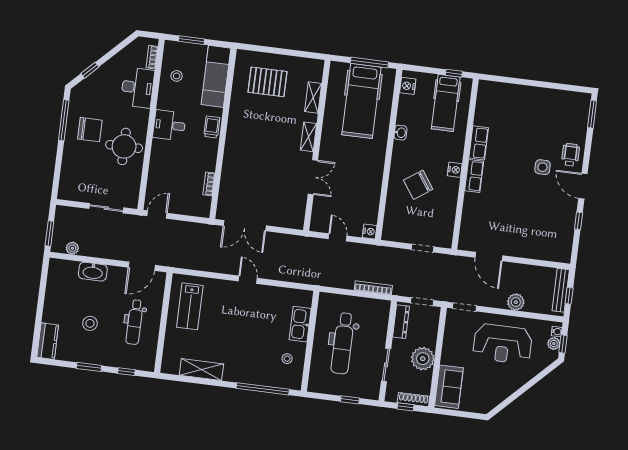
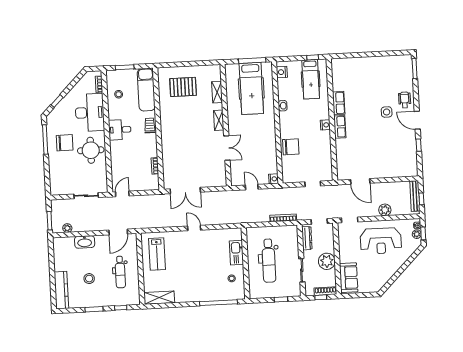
desk: (138, 88) -> (90, 112), width x1.36, depth x1.30
chair: (418, 185) -> (291, 147), moved, turned -145
kitchen counter: (48, 341) -> (61, 290), width x1.50
shelving: (201, 370) -> (159, 298), moved

